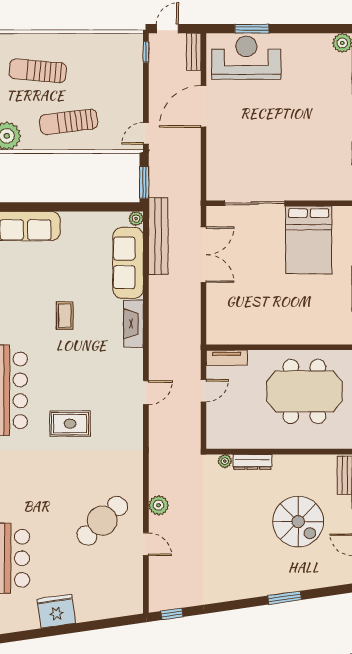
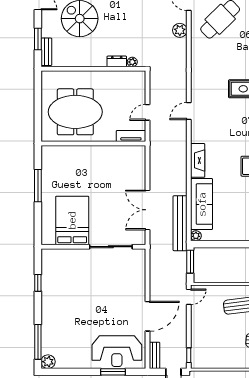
dresser: (252, 462) -> (117, 61), width x0.70

